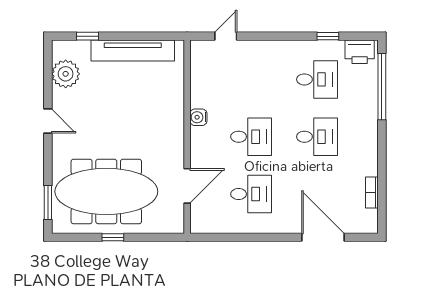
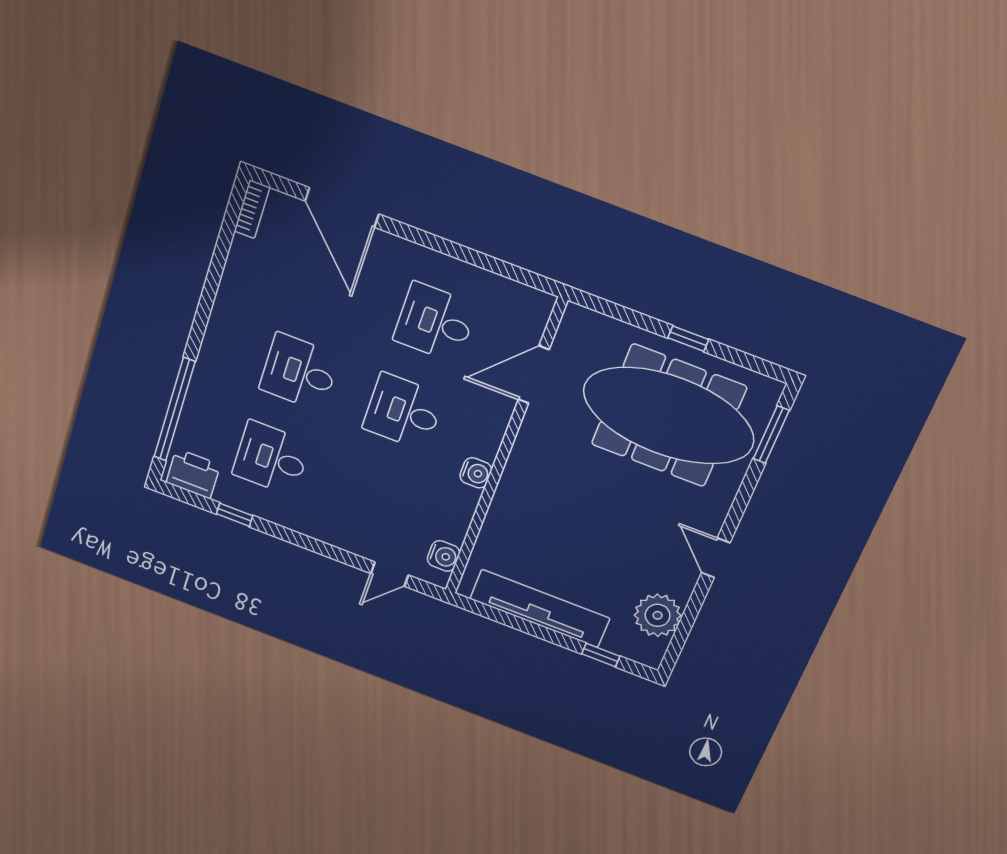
water cooler: (199, 60) -> (444, 556), added
bookcase: (372, 192) -> (252, 209), moved

